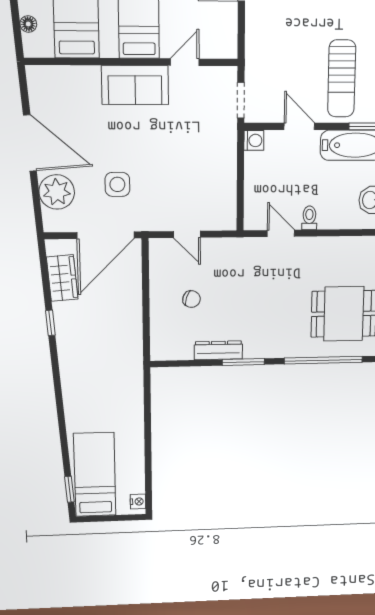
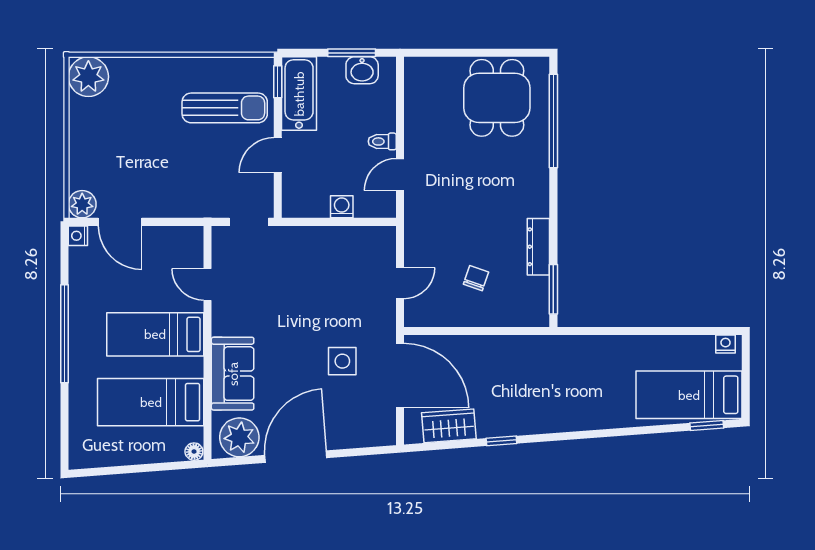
floor lamp: (28, 24) -> (194, 452), moved
sofa: (135, 85) -> (233, 374), moved
washing machine: (254, 140) -> (342, 207), moved
plant: (57, 192) -> (239, 437), moved
window: (243, 362) -> (553, 289), moved

